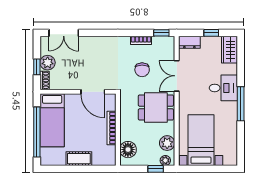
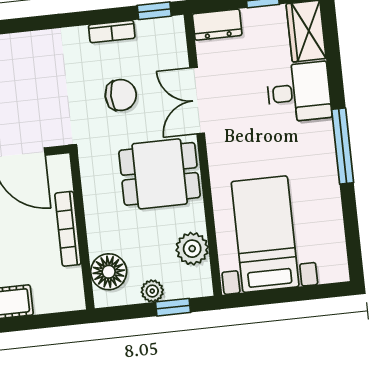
chair: (142, 70) -> (121, 95), turned -90
desk: (223, 88) -> (299, 92), moved
plant: (165, 160) -> (152, 291), moved

